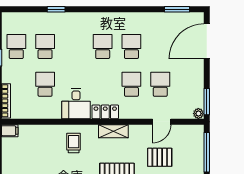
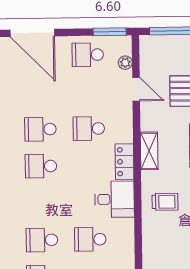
school desk: (160, 84) -> (88, 55), moved
plant: (198, 114) -> (125, 63), moved
trolley: (74, 143) -> (165, 202), turned 180

